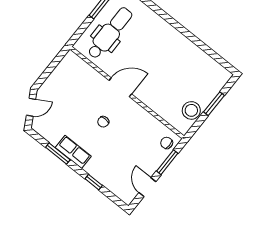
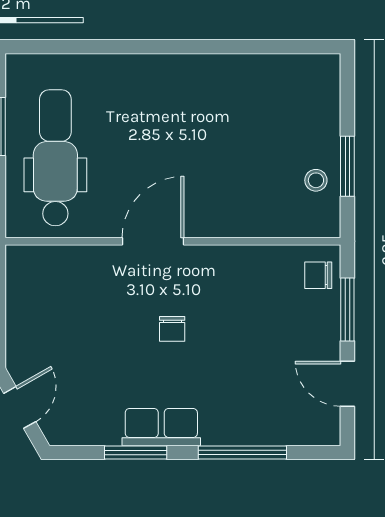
window: (214, 104) -> (347, 166), moved
stool: (191, 110) -> (316, 180), width x0.53, depth x0.53
window: (94, 182) -> (242, 453), width x2.17

